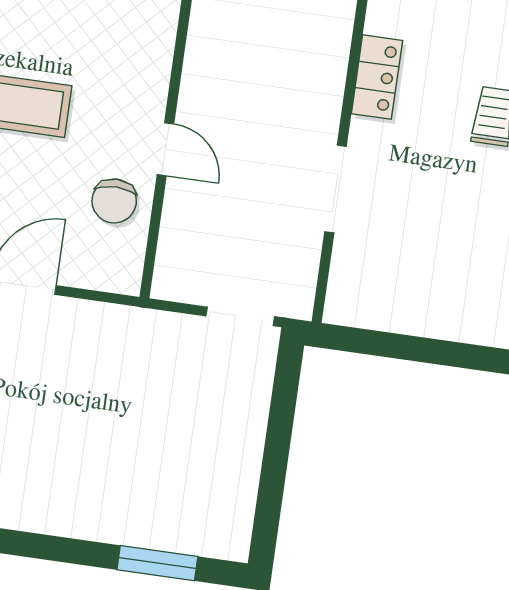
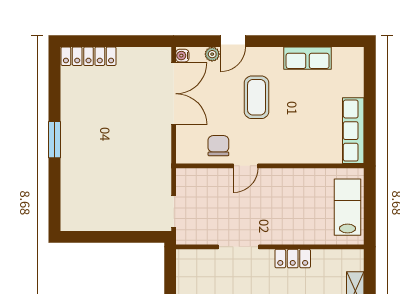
chair: (114, 201) -> (218, 146), turned 90
window: (157, 563) -> (54, 140), moved

